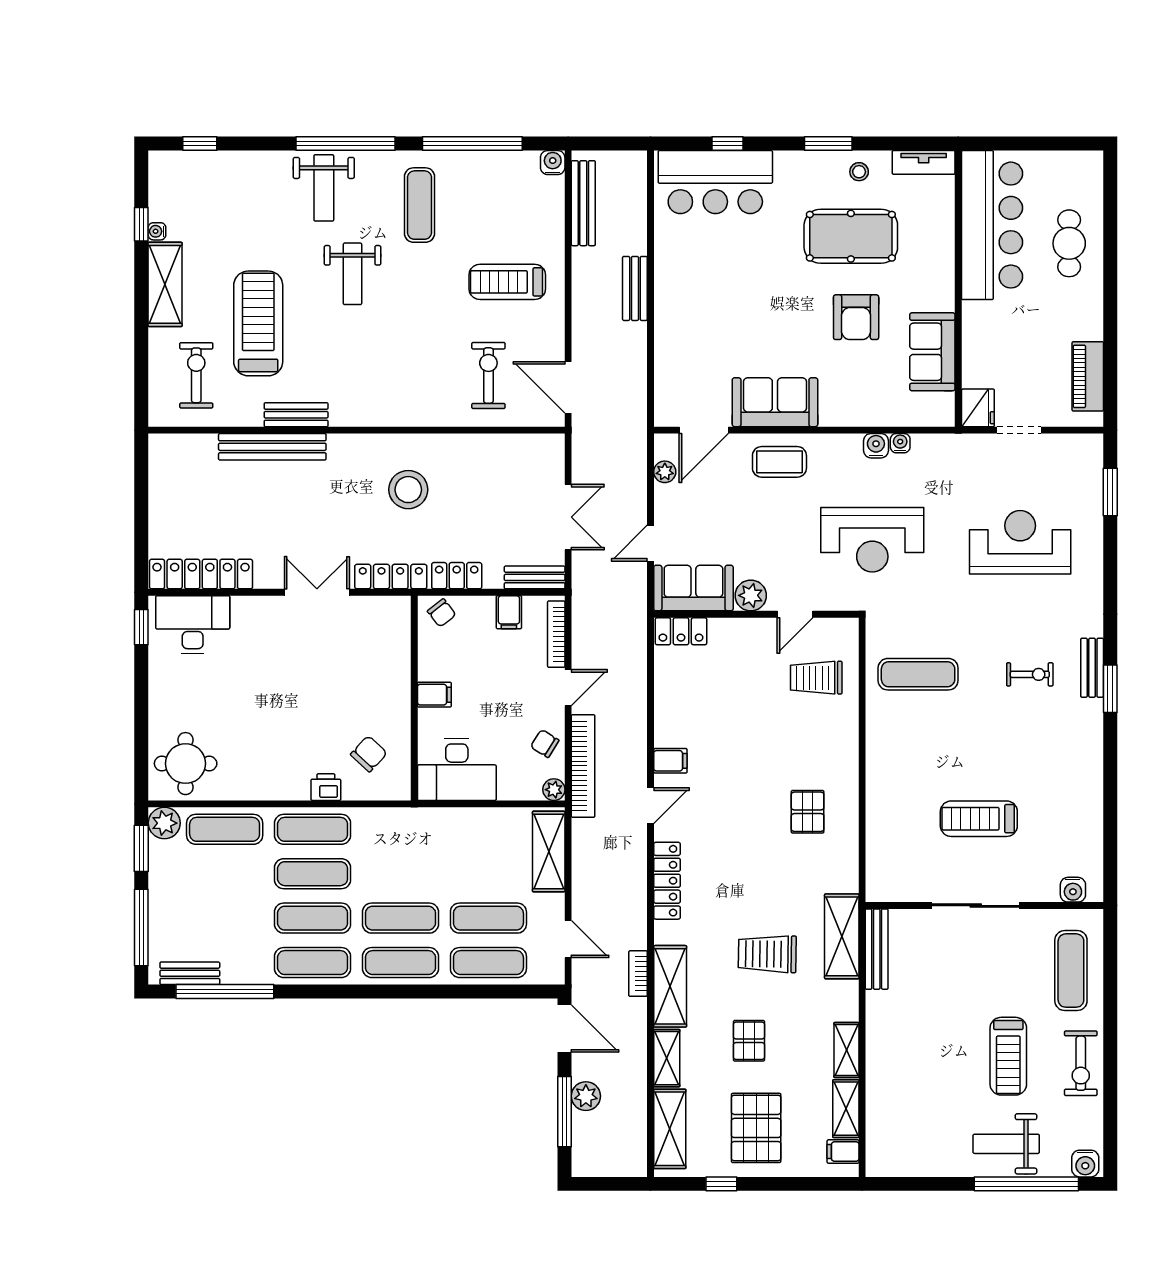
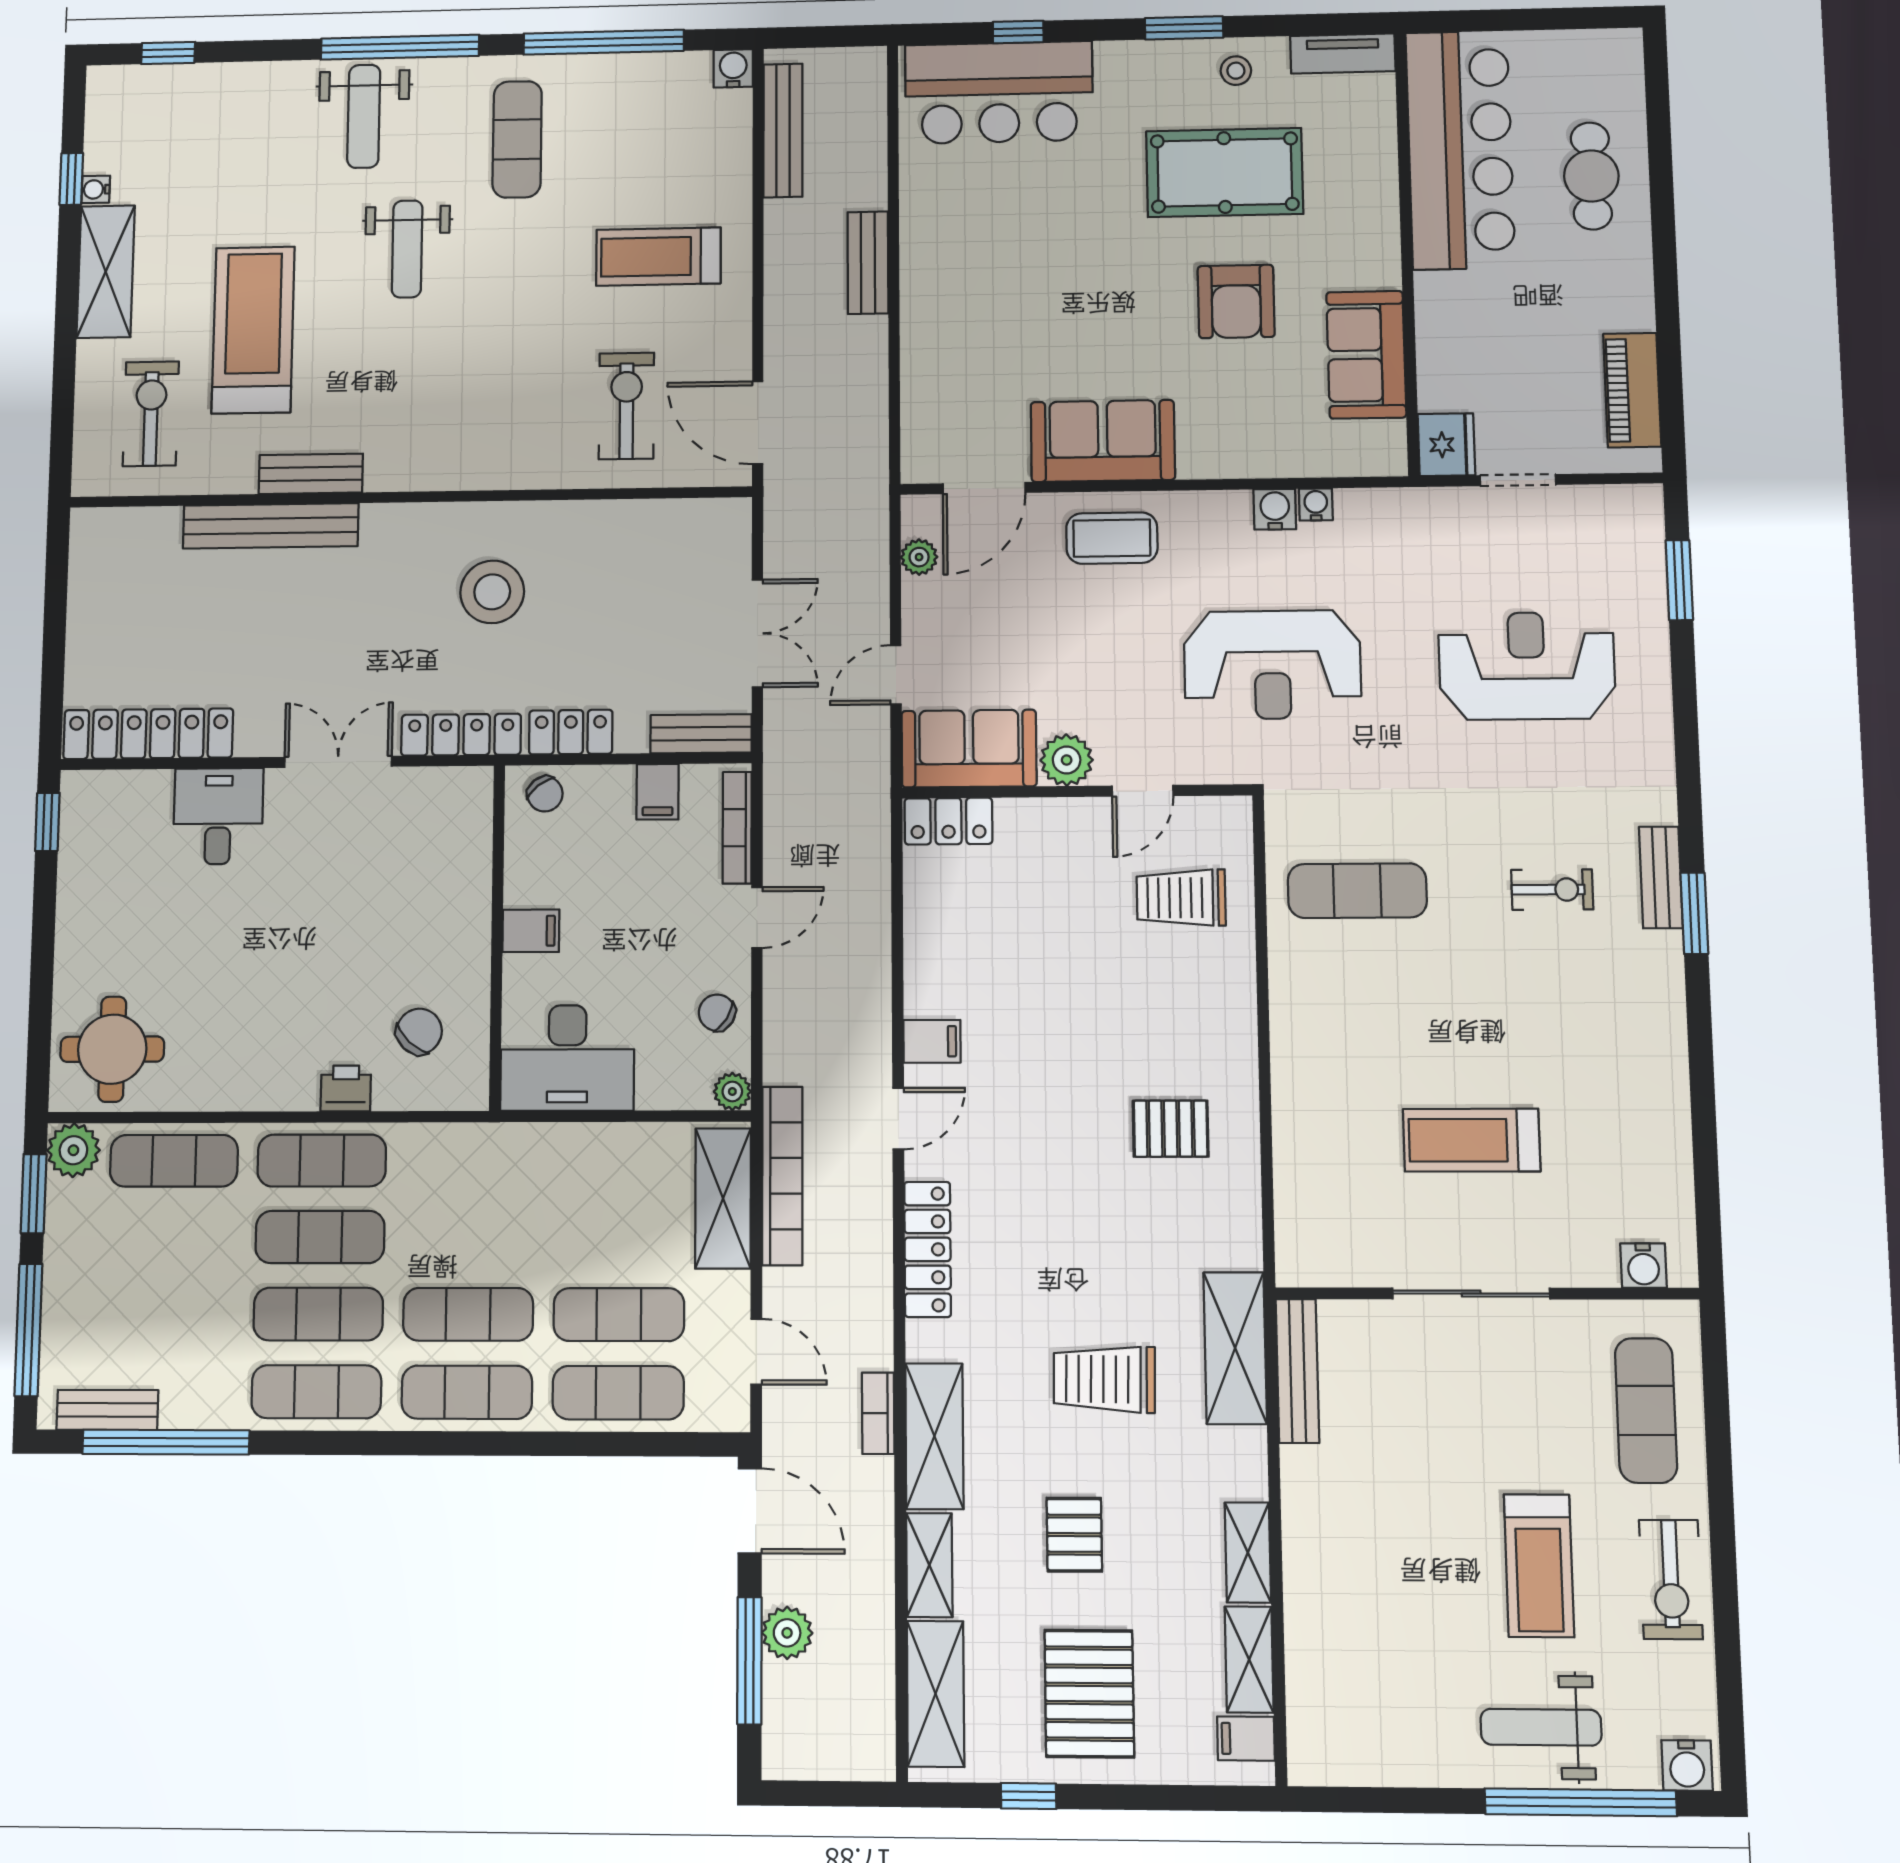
desk: (193, 624) -> (218, 816), moved, width x0.73
bookcase: (583, 766) -> (782, 1176), moved
pallet: (808, 812) -> (1171, 1129), turned 90

